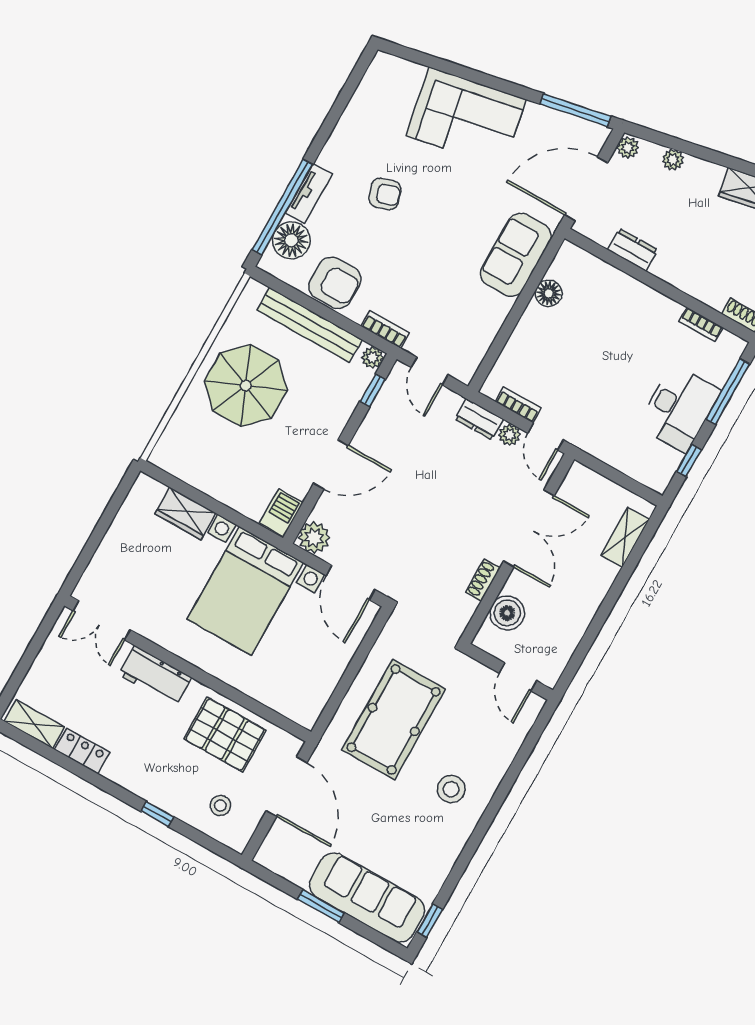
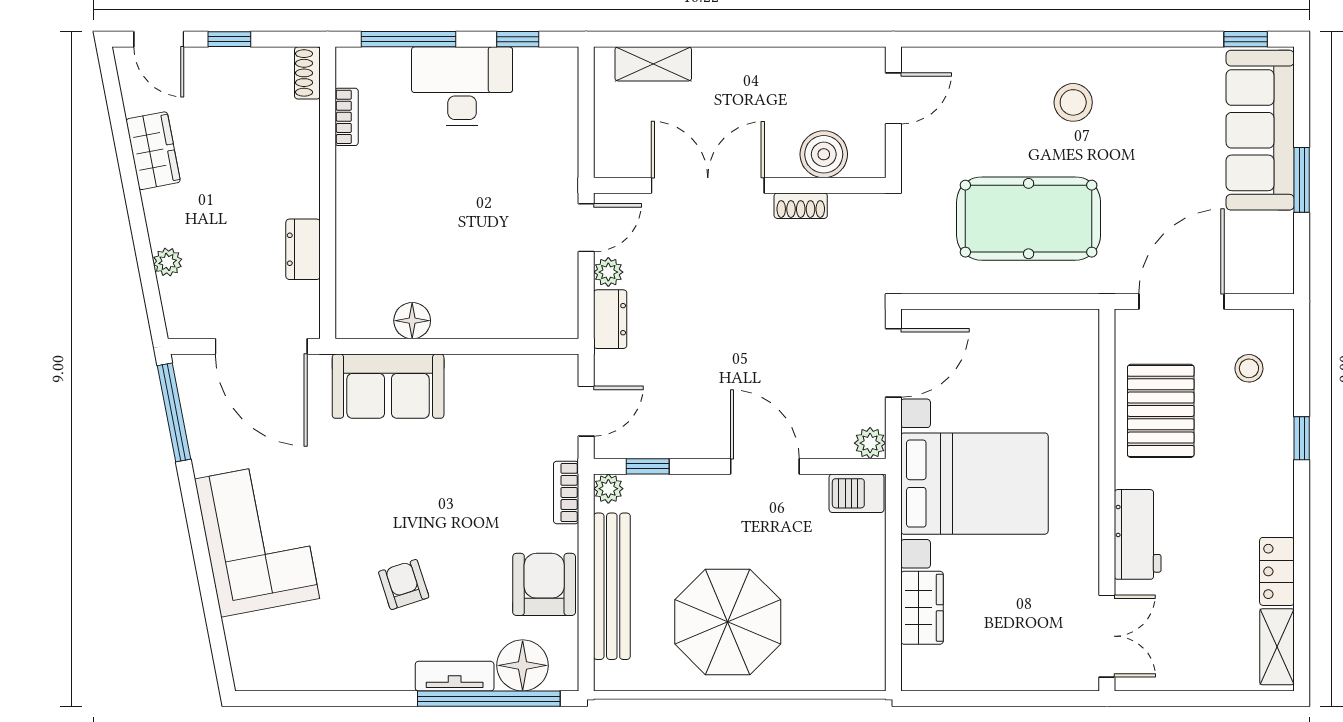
plant: (628, 148) -> (184, 324), removed
bookcase: (518, 405) -> (567, 282), removed
plant: (314, 538) -> (870, 443), width x0.73, depth x0.73

